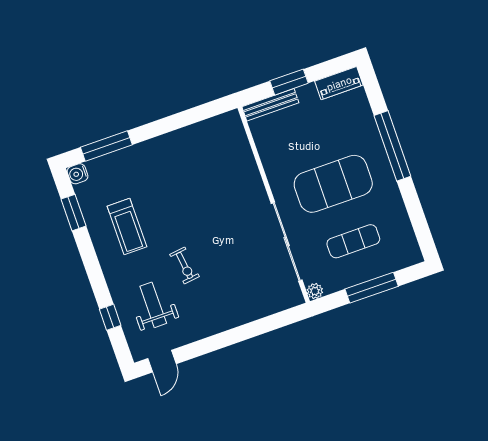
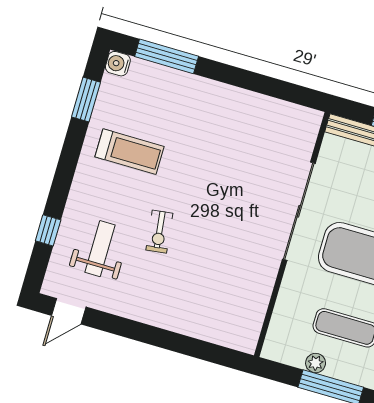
treadmill: (127, 227) -> (130, 152), turned -90
sliding door: (287, 242) -> (299, 211), moved
plant: (315, 291) -> (316, 363), moved

